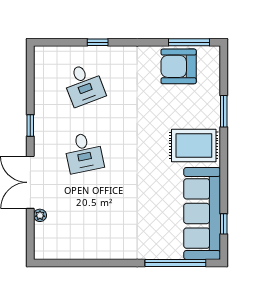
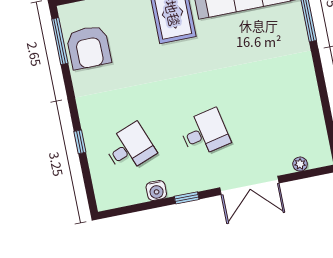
water cooler: (42, 100) -> (156, 190), added
plant: (40, 215) -> (300, 164), moved

